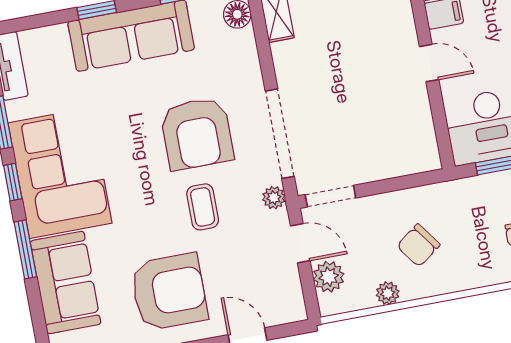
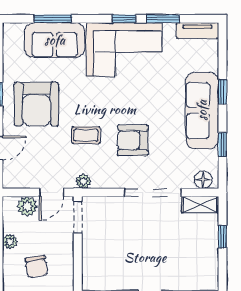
armchair: (197, 134) -> (133, 140), width x0.73, depth x0.73
doorway: (280, 134) -> (153, 192), moved
chair: (418, 245) -> (36, 267), turned -153
window: (25, 249) -> (53, 19), moved

